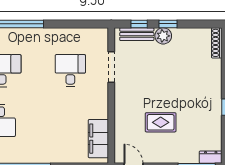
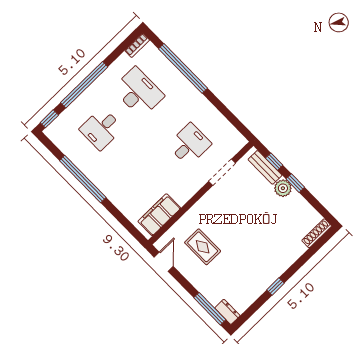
rug: (161, 122) -> (203, 247), moved

